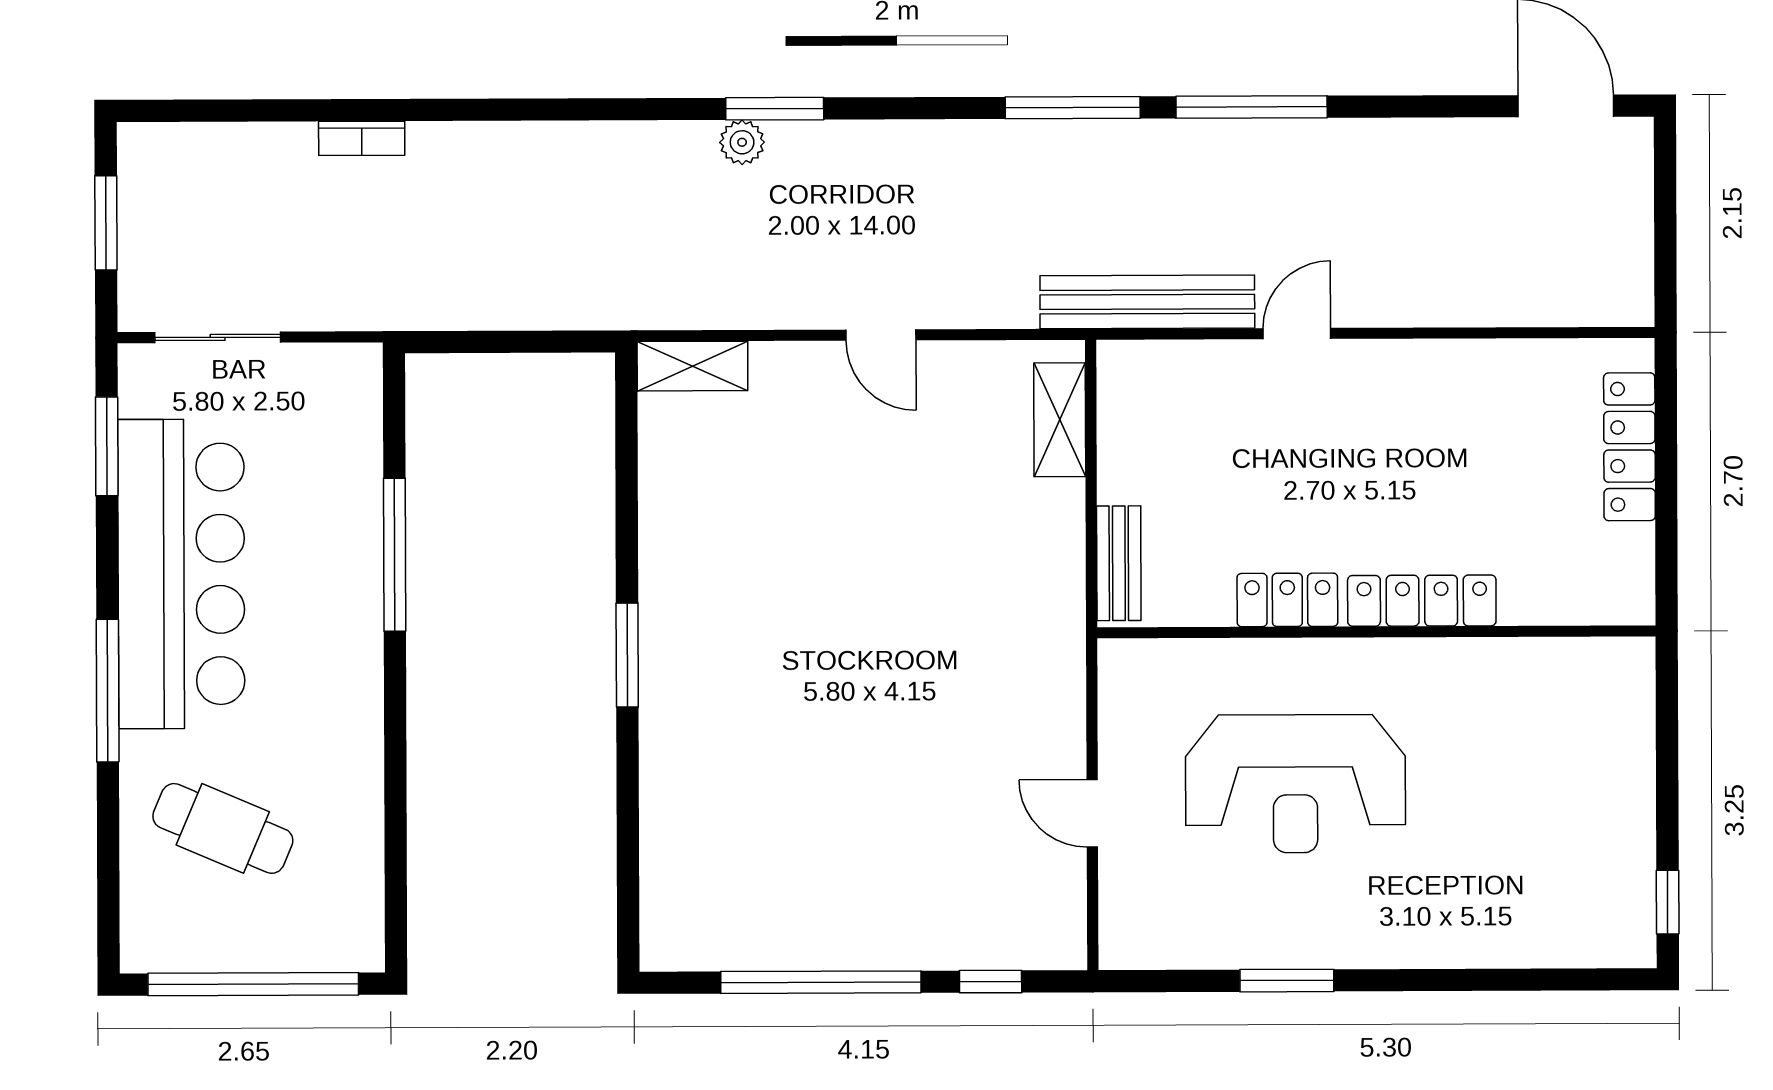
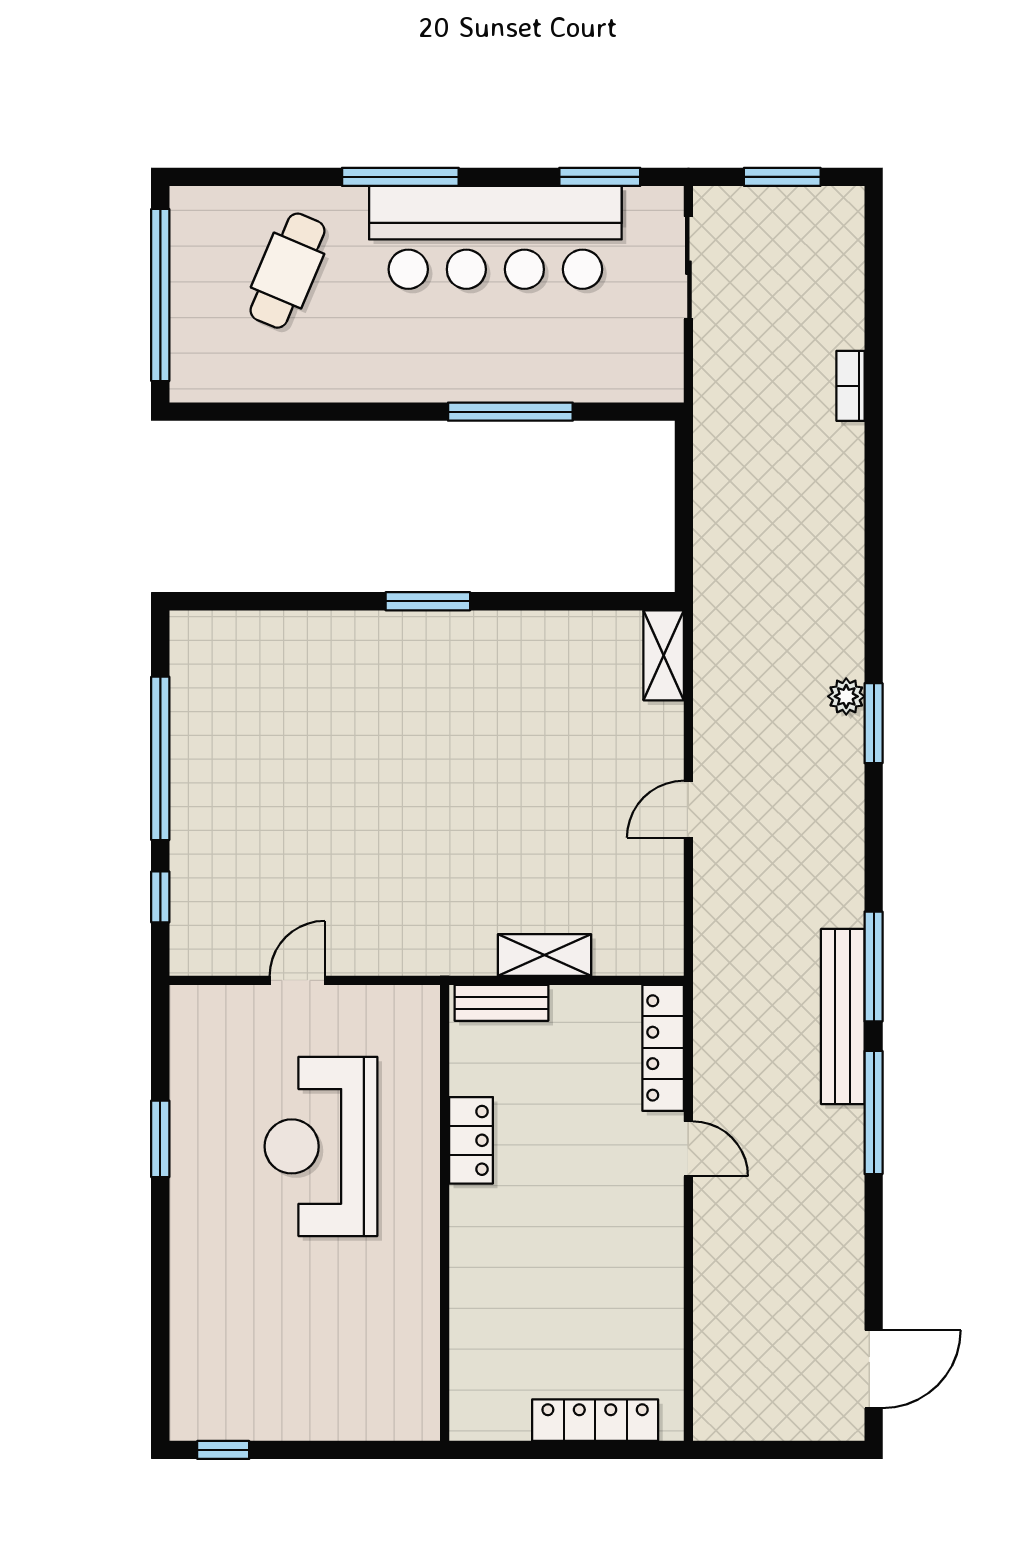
bench: (1147, 302) -> (843, 1017), moved
shelving: (1060, 420) -> (544, 955), moved
locker: (1422, 601) -> (663, 1048), moved, turned 180

